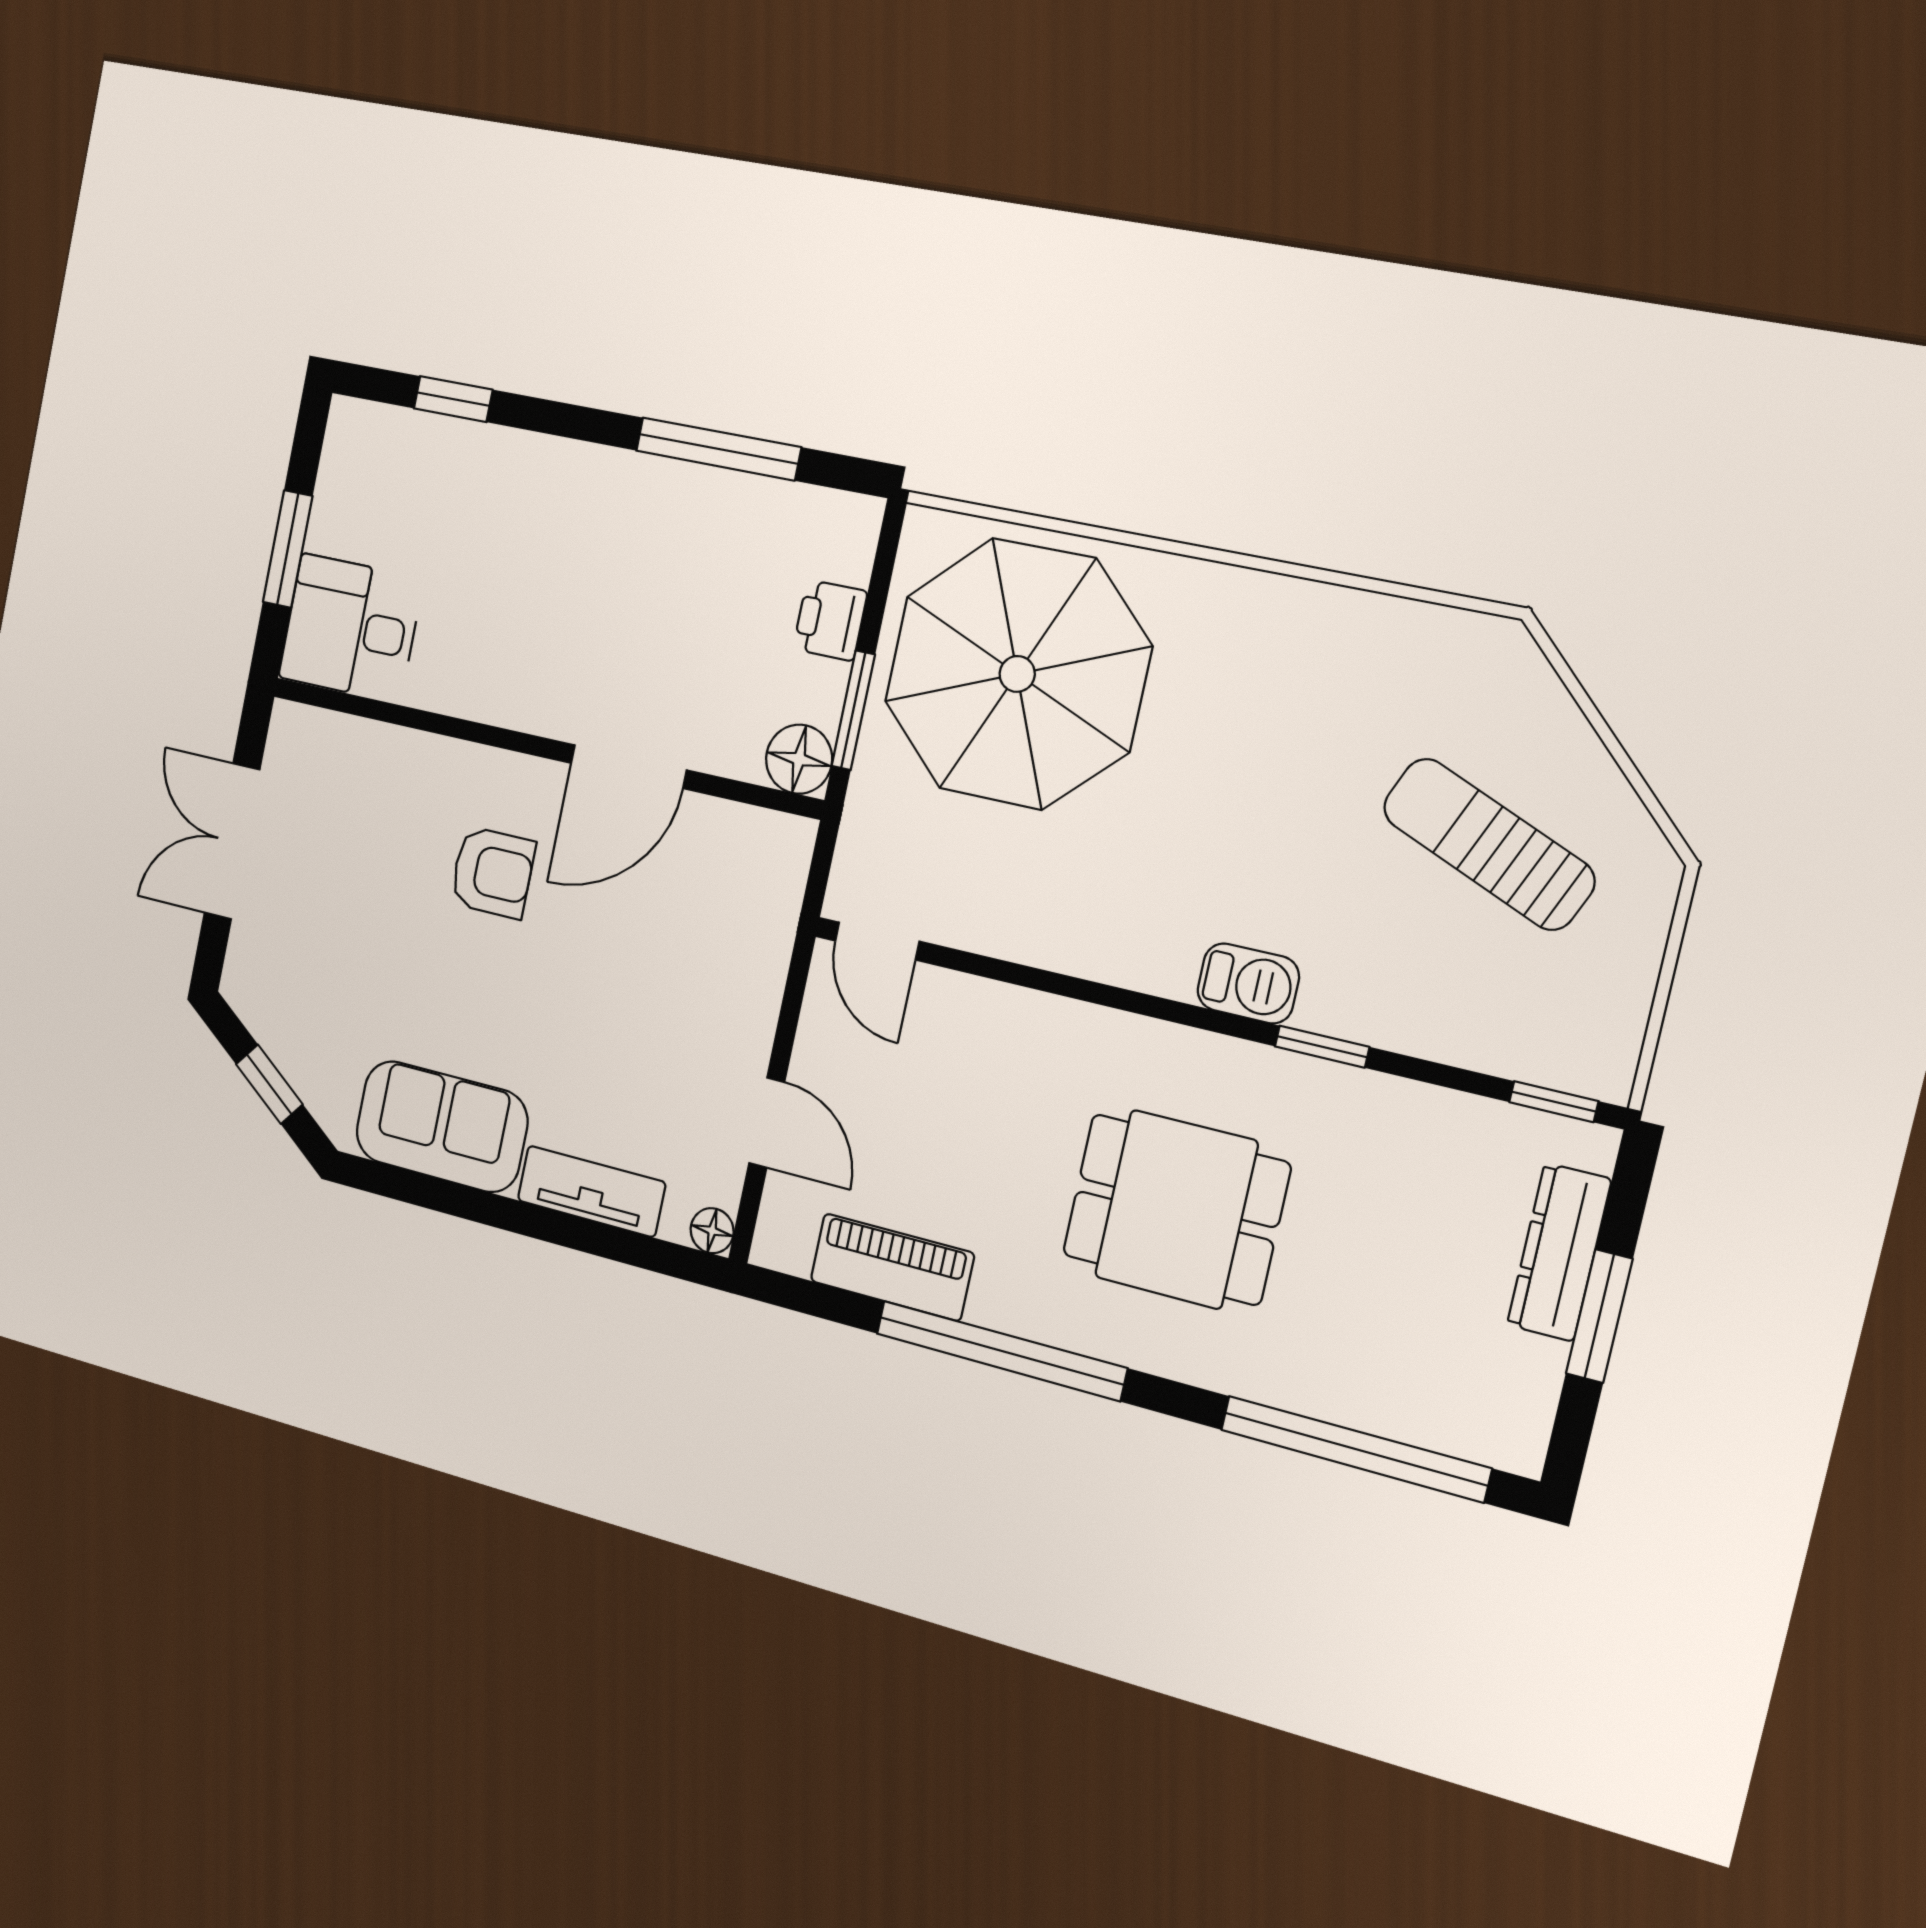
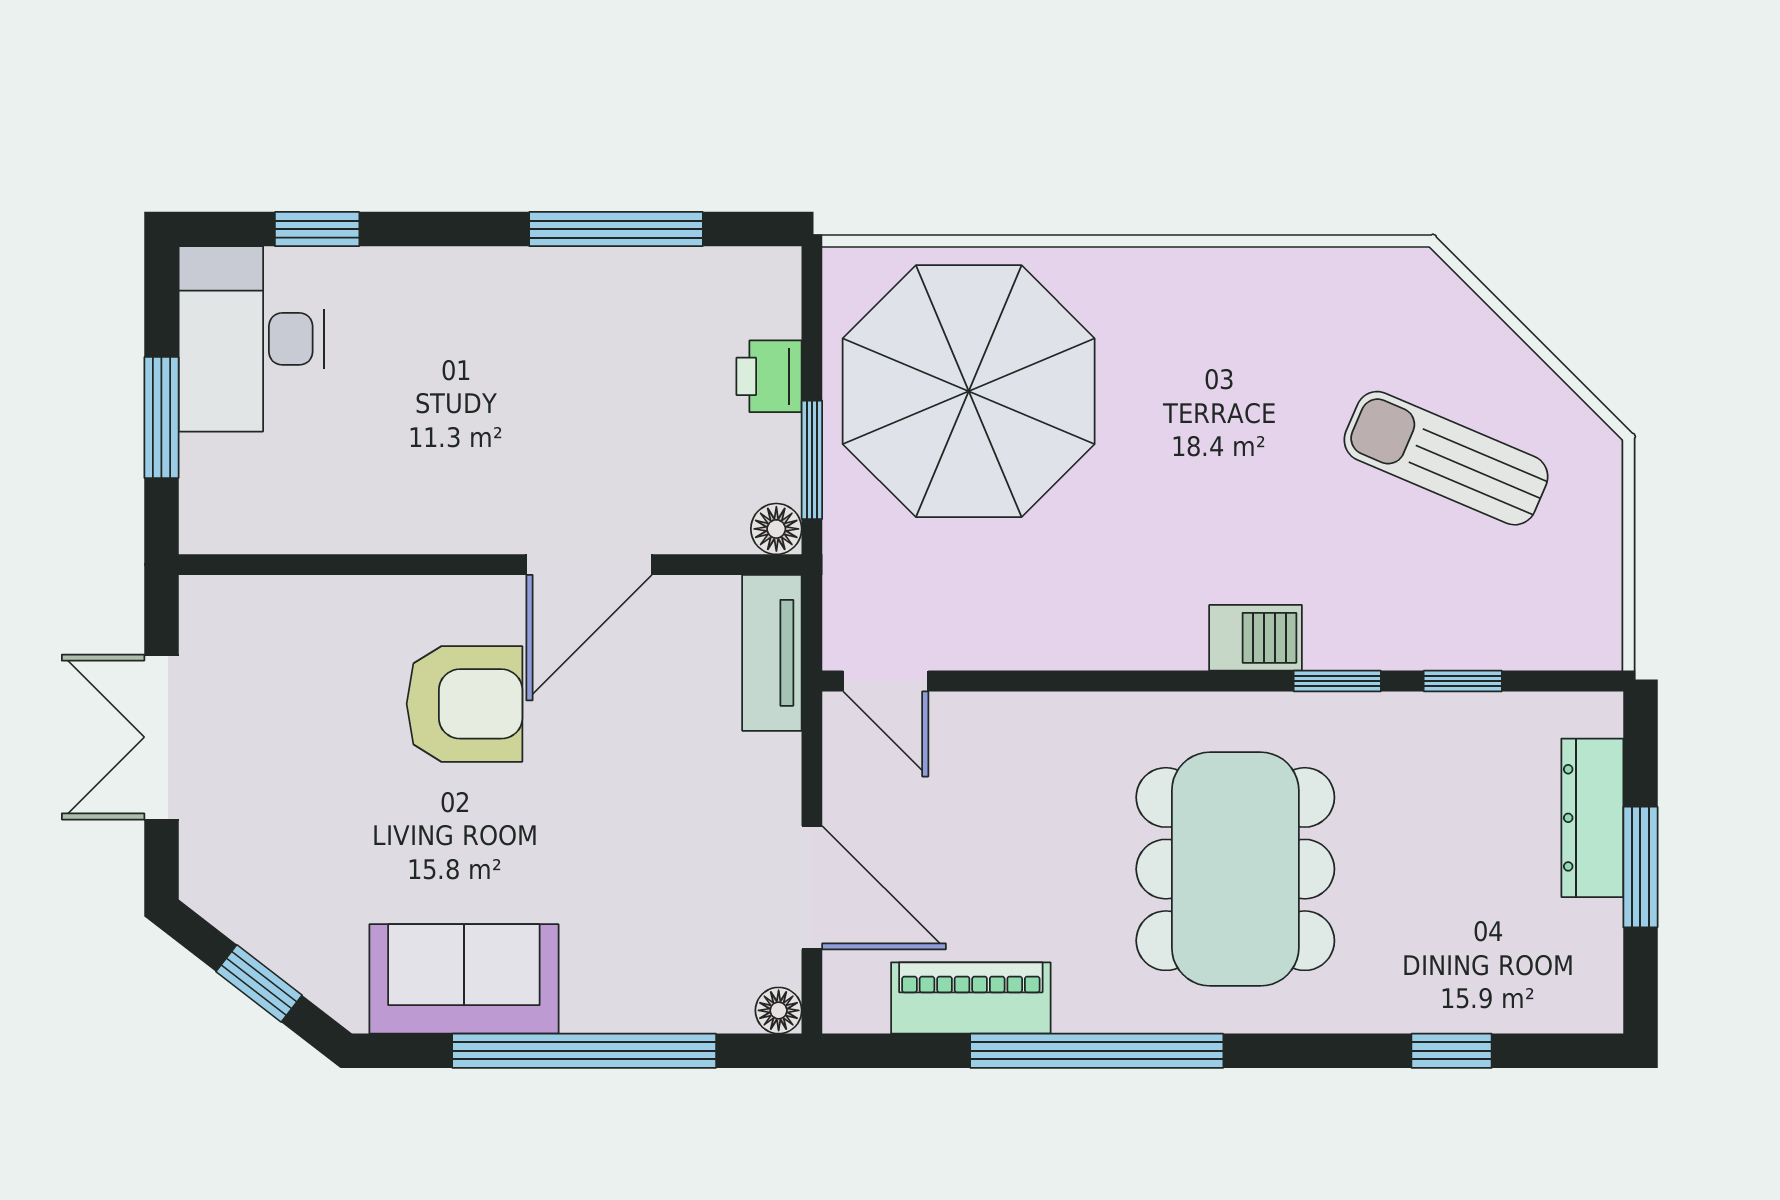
desk: (351, 628) -> (251, 339), moved, width x1.37
floor lamp: (799, 759) -> (776, 529), width x0.73, depth x0.73
armchair: (493, 872) -> (464, 704), width x1.38, depth x1.38
window: (1554, 1102) -> (1463, 681), moved
door: (767, 1123) -> (812, 888), width x1.38
tv unit: (591, 1191) -> (772, 653), moved, turned -90
dining table: (1176, 1209) -> (1235, 869), width x1.38
window: (532, 1221) -> (584, 1051), added
window: (1355, 1449) -> (1452, 1051), width x0.32

